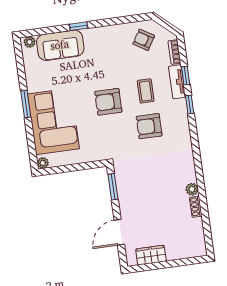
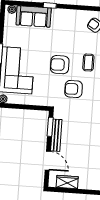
armchair: (149, 126) -> (74, 89), moved
bench: (124, 196) -> (56, 135), added
door: (119, 232) -> (48, 161), swing flipped

